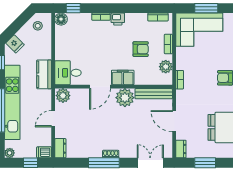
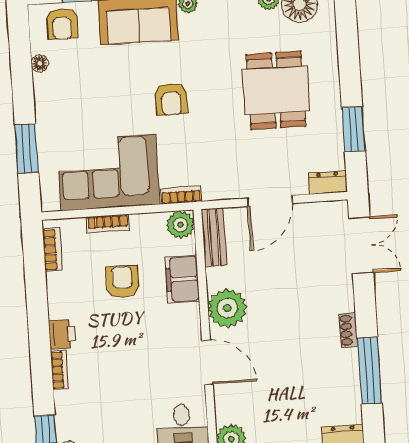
corner sofa: (199, 30) -> (108, 172), moved, turned -90
plant: (166, 67) -> (180, 225), moved
filing cabinet: (123, 77) -> (182, 279), moved
bench: (154, 94) -> (214, 237), width x0.73
window: (104, 163) -> (369, 370), moved
double door: (150, 163) -> (361, 245), swing flipped

